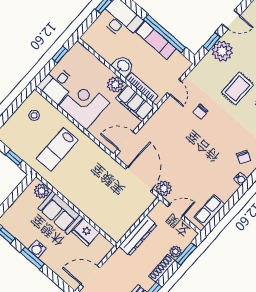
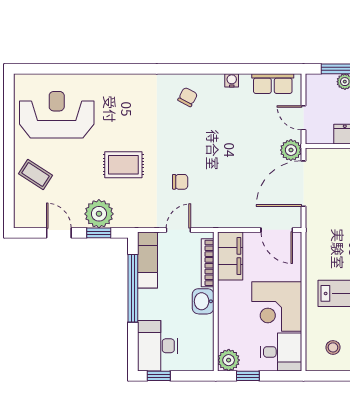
exam couch: (156, 40) -> (147, 260), moved
plant: (115, 84) -> (229, 360), moved
water cooler: (241, 179) -> (232, 80), moved

